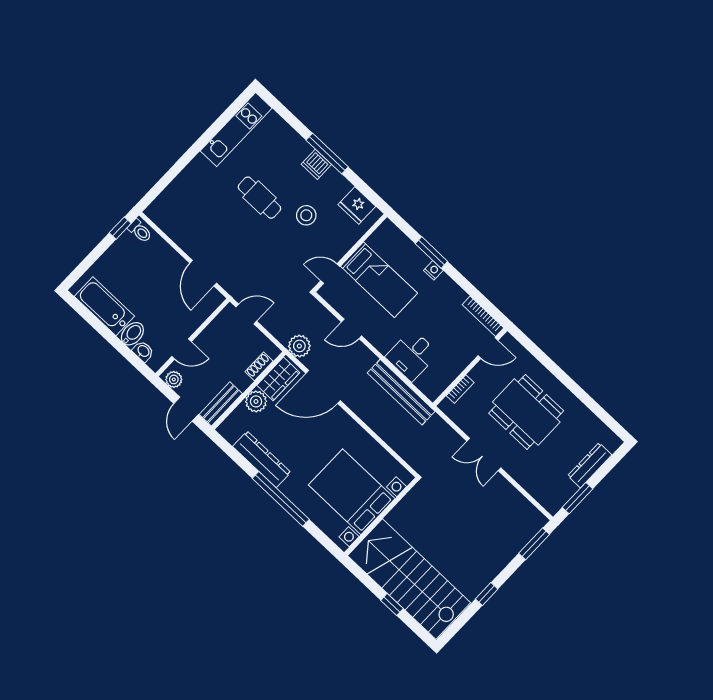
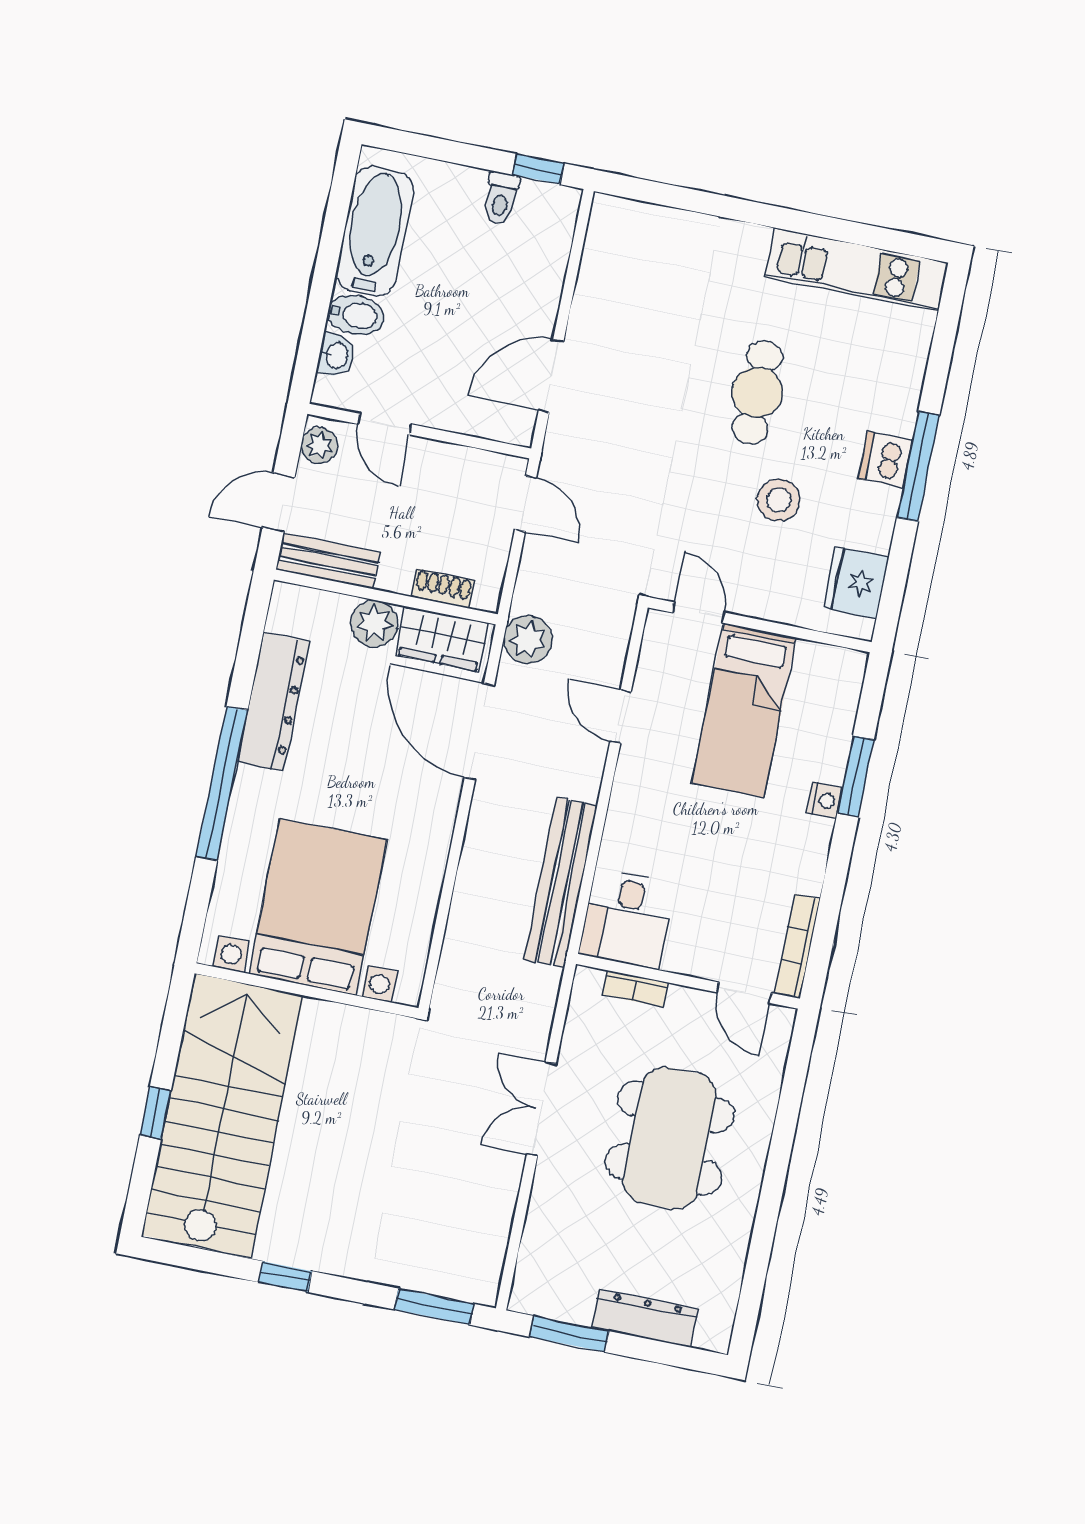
toilet: (140, 231) -> (501, 198), moved
desk: (412, 355) -> (627, 919), moved, turned -90

